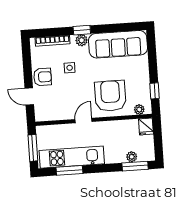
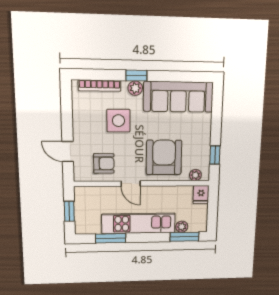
side table: (70, 68) -> (118, 121), width x1.87, depth x1.87
armchair: (42, 77) -> (104, 163), moved
door: (83, 121) -> (131, 184), swing flipped
window: (33, 148) -> (69, 211), width x0.67
kitchen unit: (72, 157) -> (139, 223), moved

